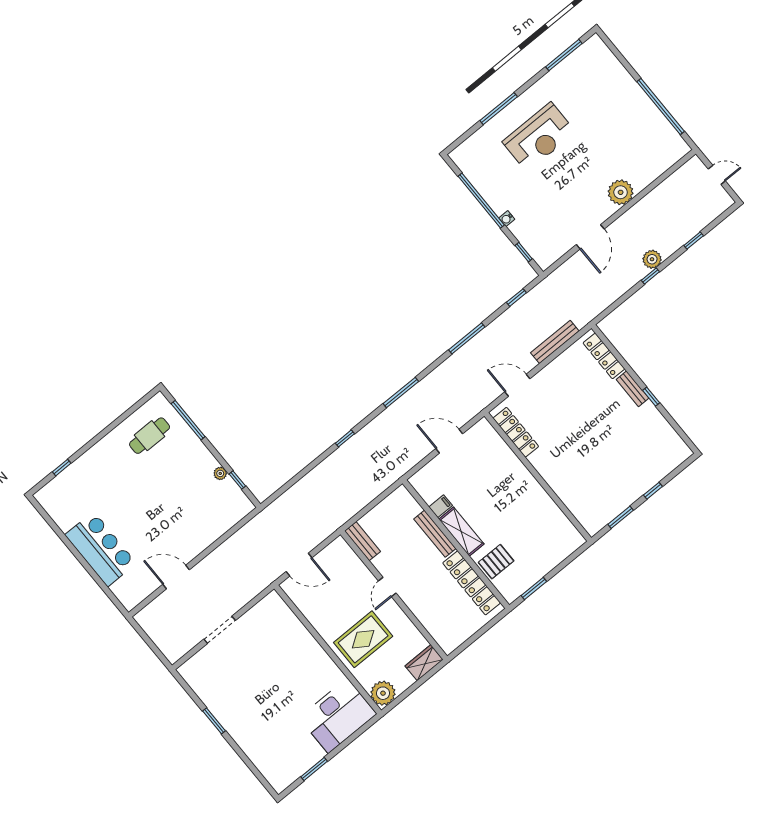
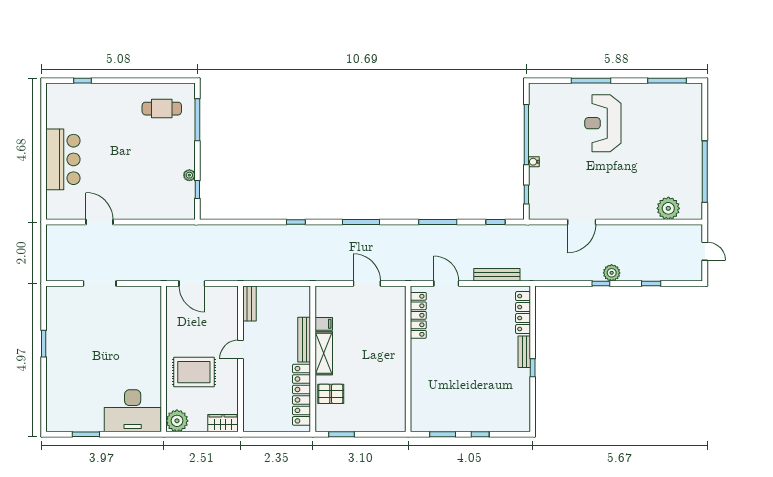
reception desk: (539, 137) -> (603, 123), turned 90
plant: (621, 192) -> (668, 208), moved

